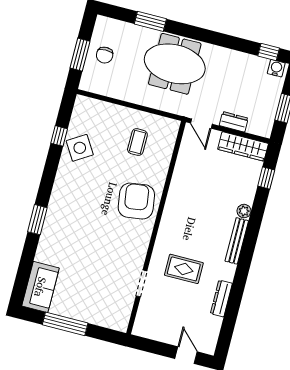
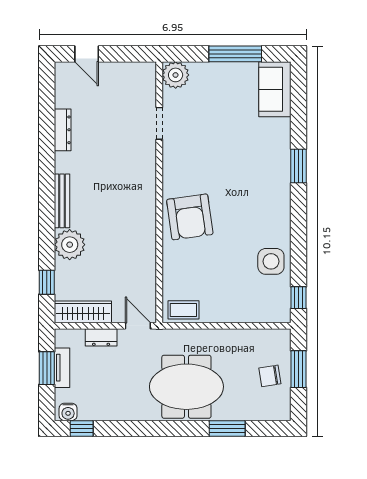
chair: (105, 55) -> (270, 376), turned -99
tv unit: (272, 105) -> (62, 368), added
window: (59, 136) -> (298, 298), moved
coffee table: (137, 142) -> (183, 310), moved, turned 90
side table: (80, 148) -> (271, 261), turned 32
plant: (244, 211) -> (70, 245), width x1.88, depth x1.88
rug: (184, 269) -> (115, 153), removed
plant: (118, 319) -> (176, 75), added

